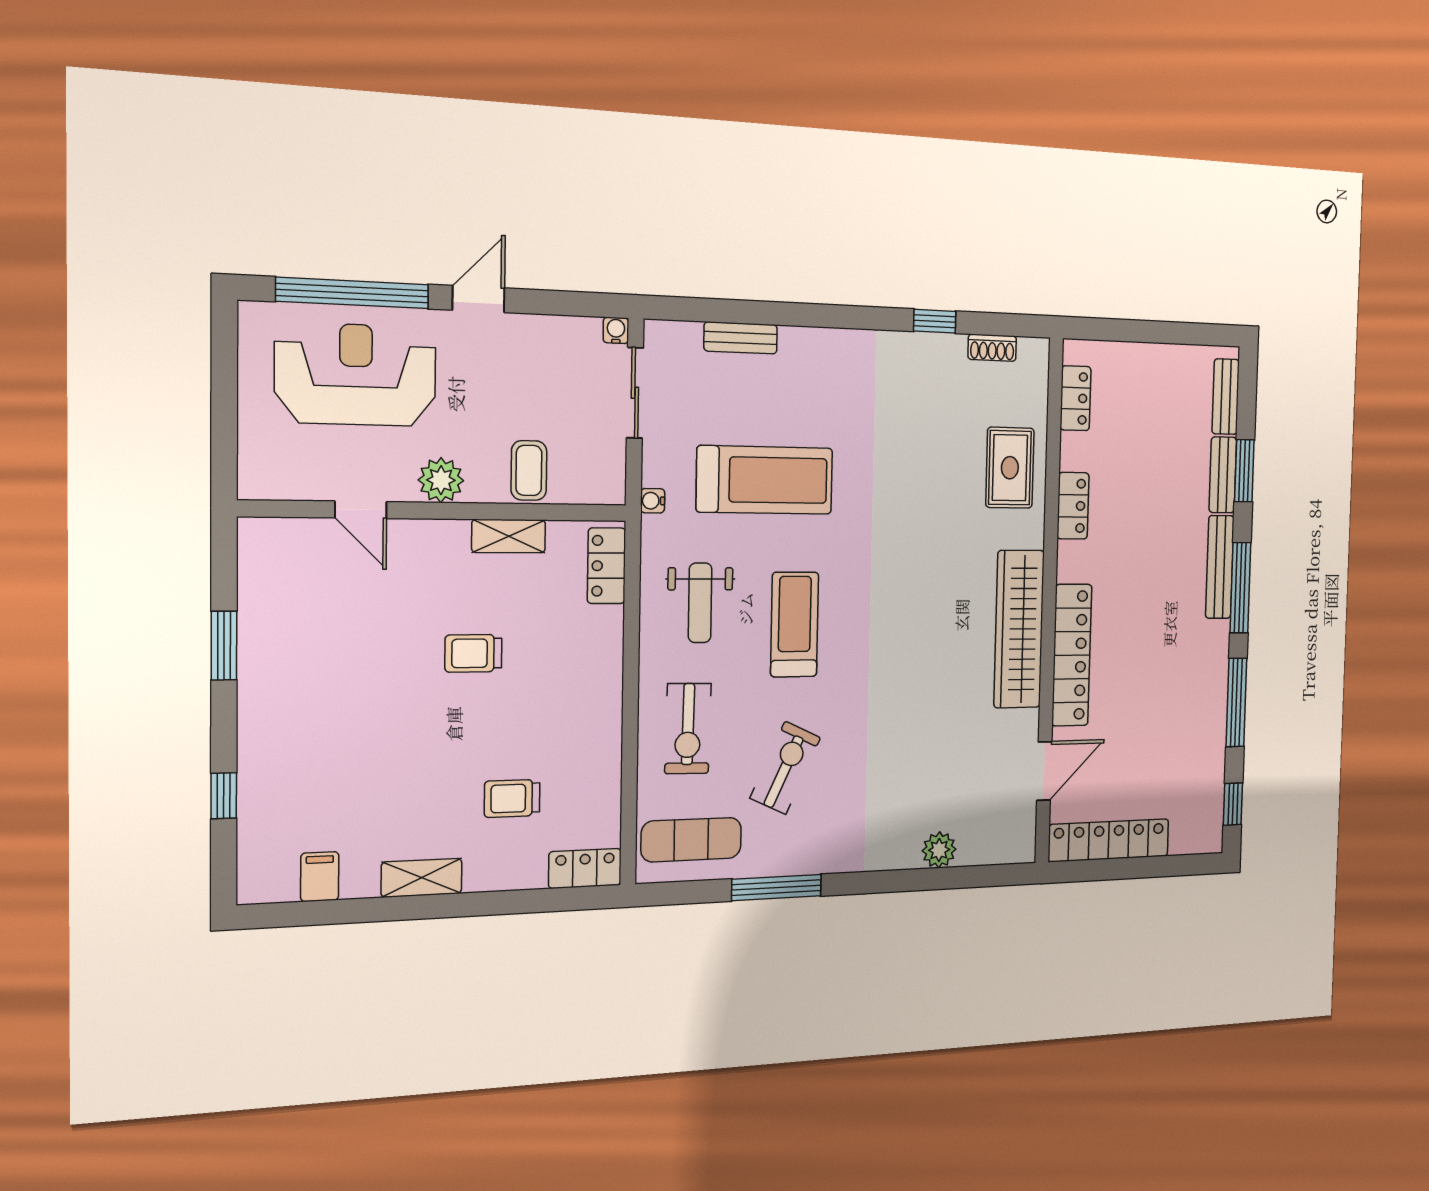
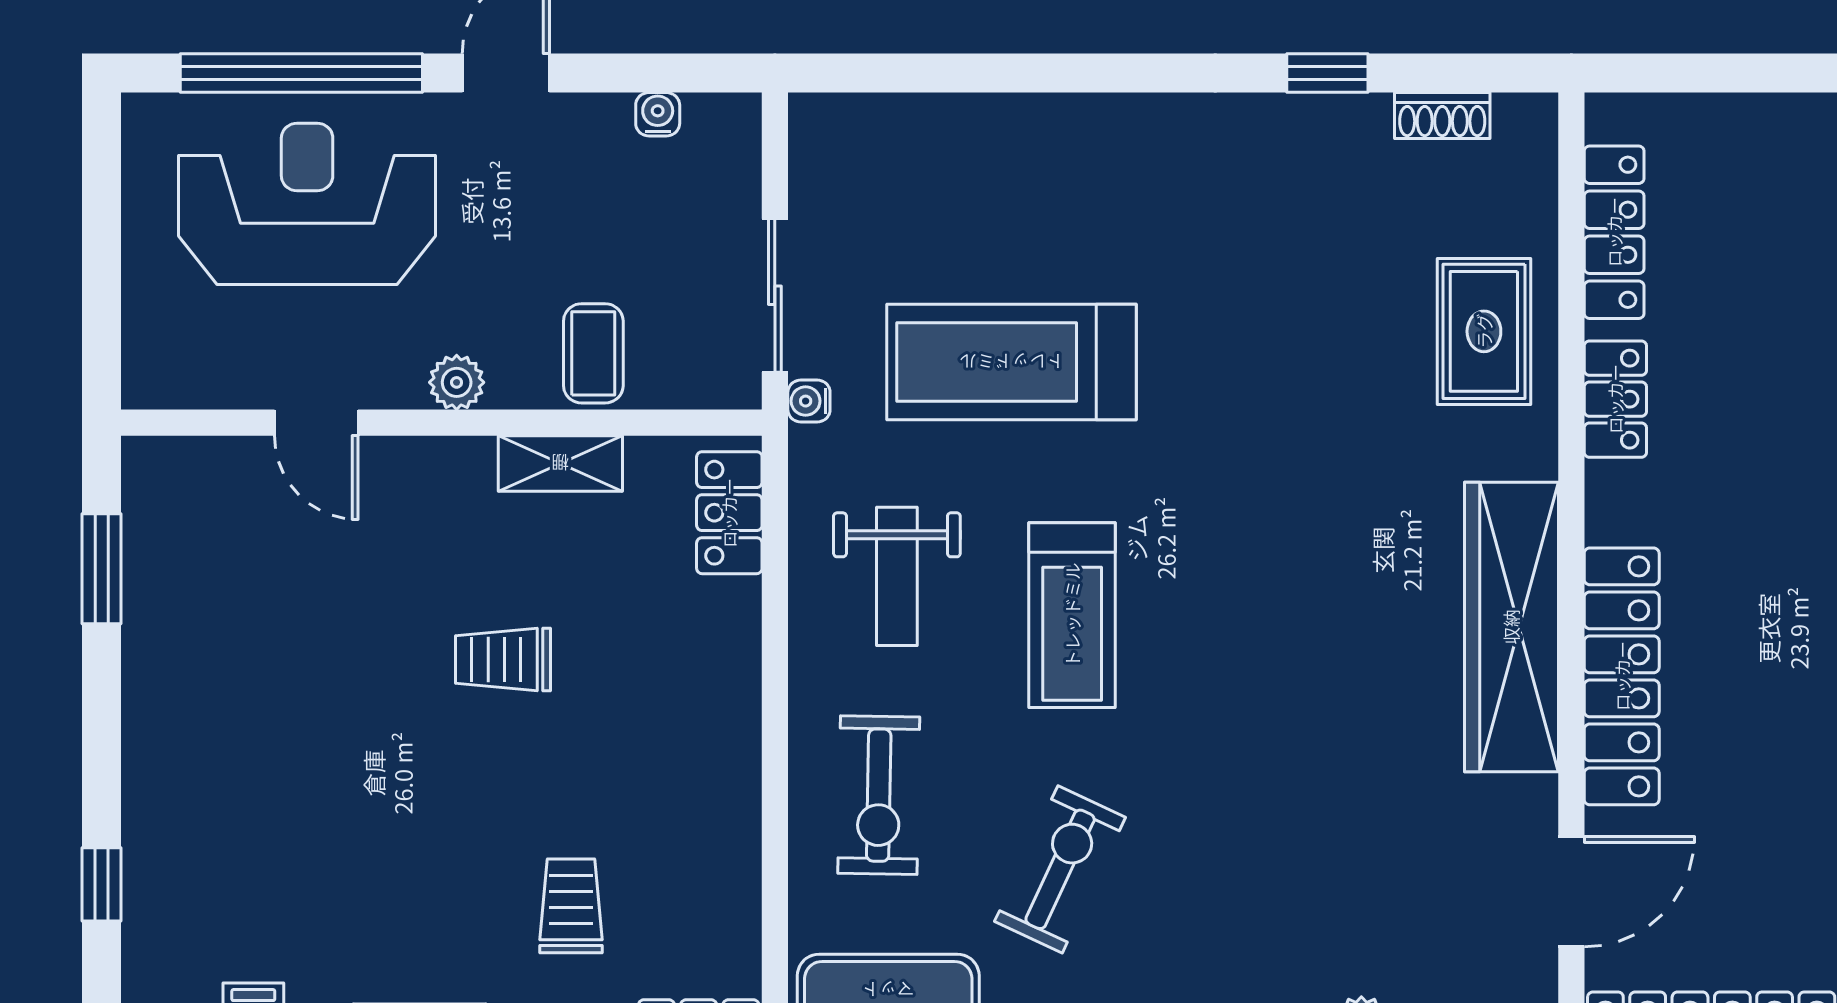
water cooler: (616, 330) -> (658, 114), moved
bench: (741, 338) -> (962, 118), removed
sliding door: (635, 393) -> (775, 295), moved
locker: (1076, 398) -> (1614, 232), width x1.53
plant: (441, 480) -> (457, 382), width x0.73, depth x0.73
treadmill: (765, 480) -> (1012, 362), turned 180
treadmill: (795, 624) -> (1072, 615), turned 180
window: (224, 646) -> (102, 569), moved
trolley: (512, 798) -> (571, 906), turned 90

